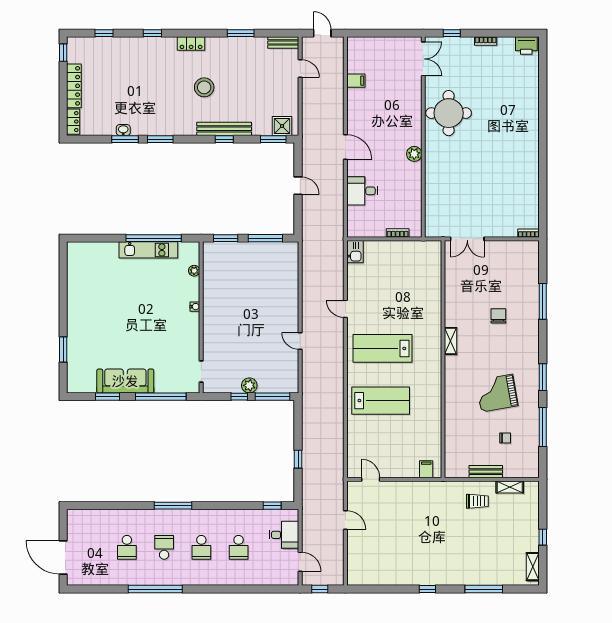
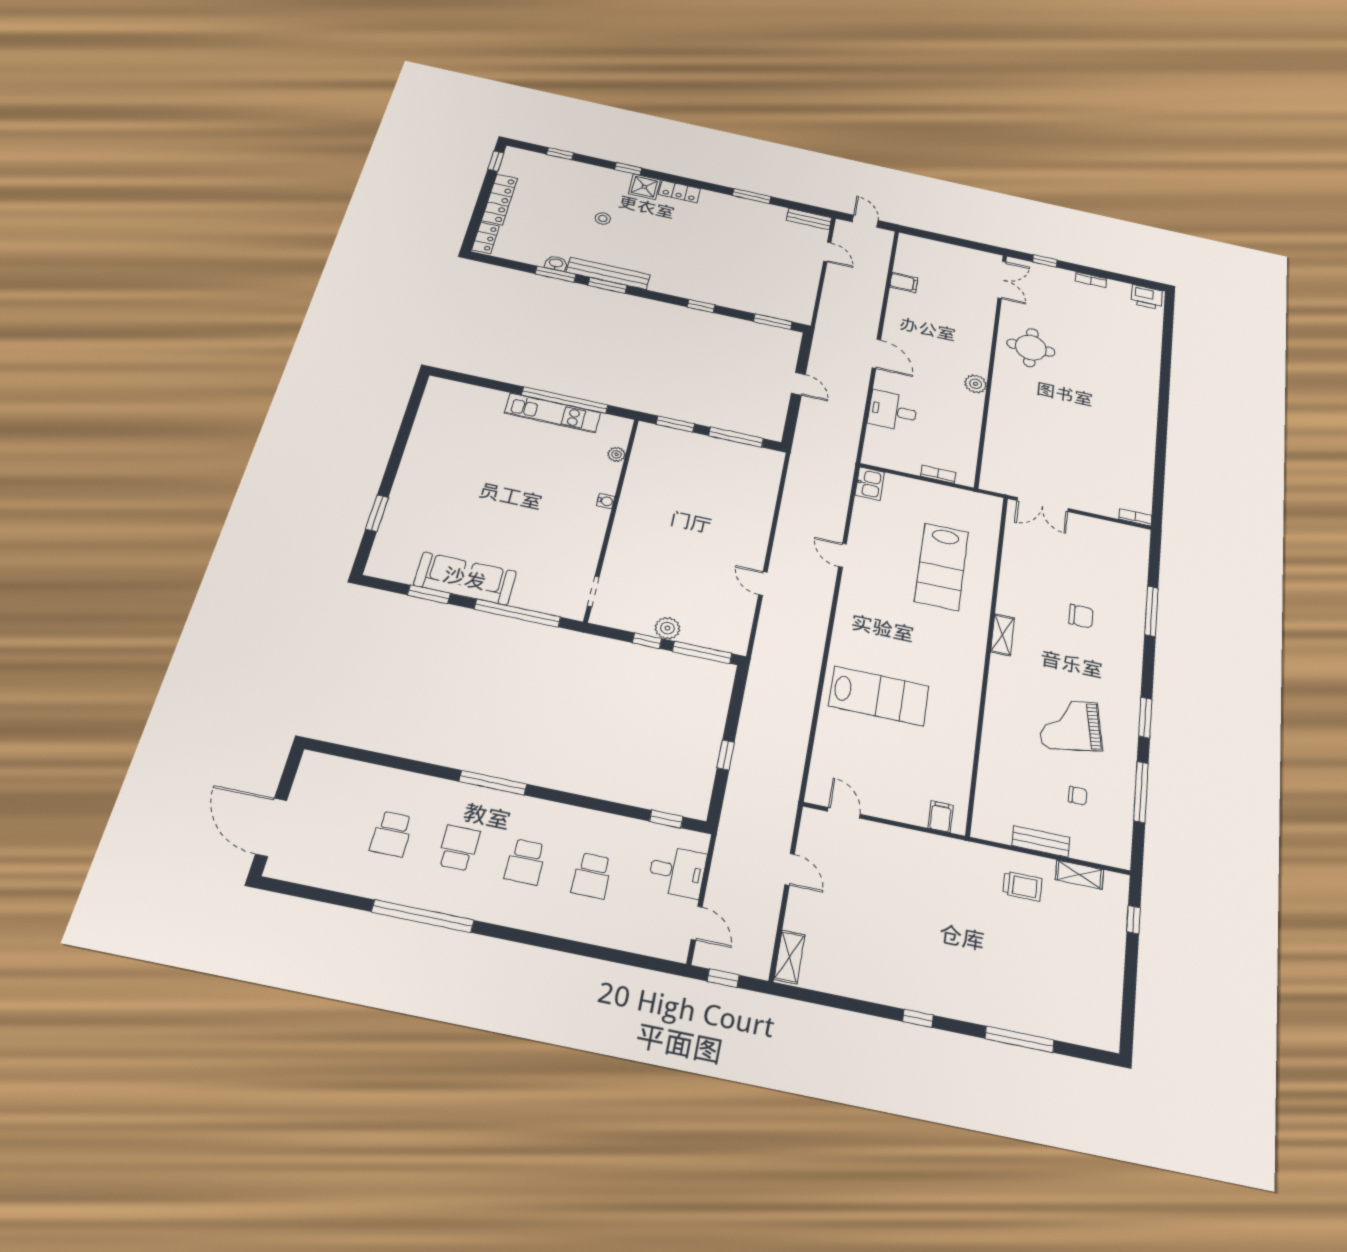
stool: (204, 87) -> (603, 218), moved, width x0.53, depth x0.53
round table: (449, 113) -> (1031, 348), width x0.73, depth x0.73
shower: (282, 126) -> (644, 187), moved
bench: (224, 129) -> (608, 273), moved
chair: (498, 316) -> (1081, 616), turned 90
lab bench: (383, 348) -> (942, 567), moved, turned -90
window: (543, 537) -> (1134, 920), moved
shelving: (533, 567) -> (789, 957), moved

